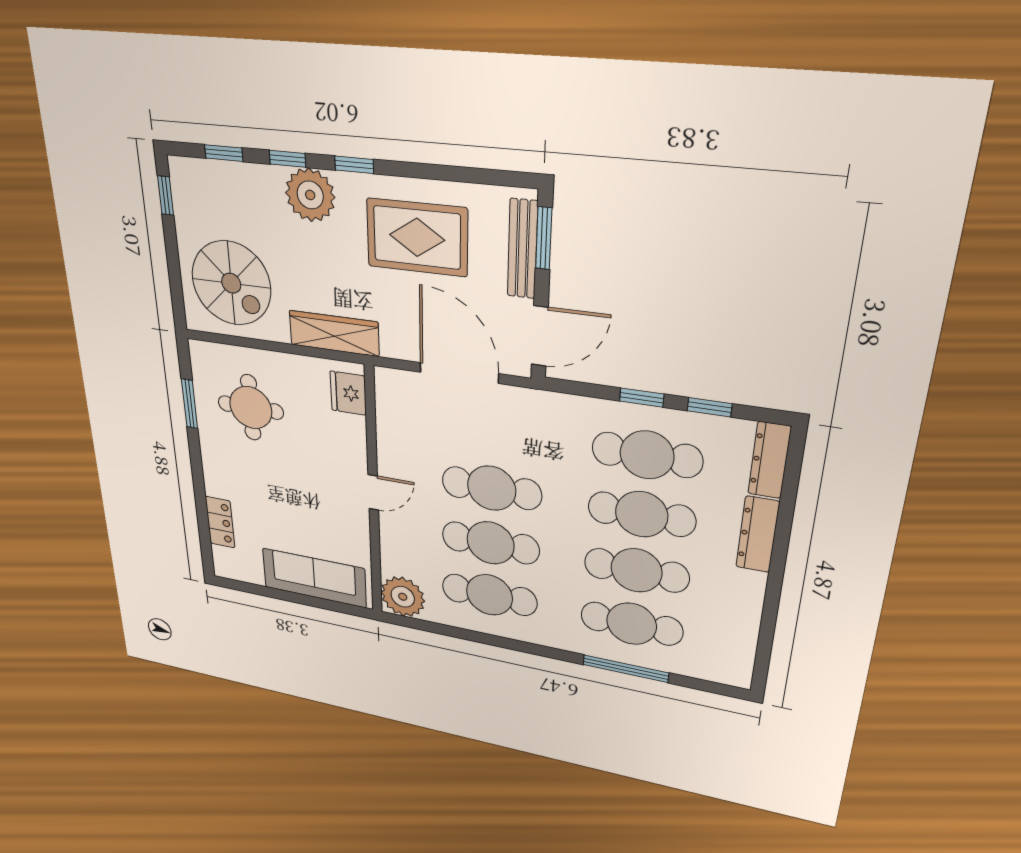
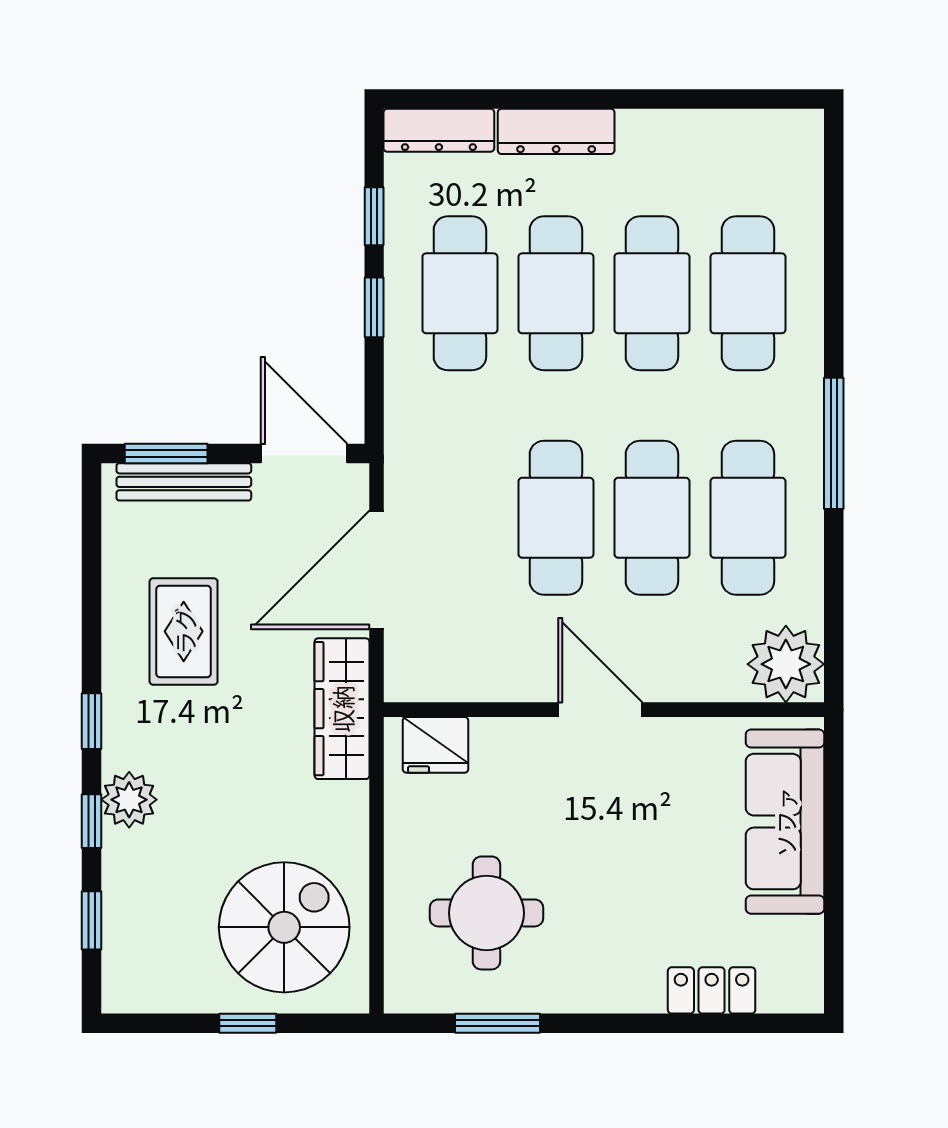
plant: (310, 195) -> (129, 800), width x0.73, depth x0.73
window: (166, 196) -> (248, 1023), moved
rug: (417, 237) -> (184, 631), width x0.73, depth x0.70
wardrobe: (334, 333) -> (342, 709), moved
door: (373, 492) -> (600, 710), width x1.38
window: (626, 669) -> (834, 443), moved

